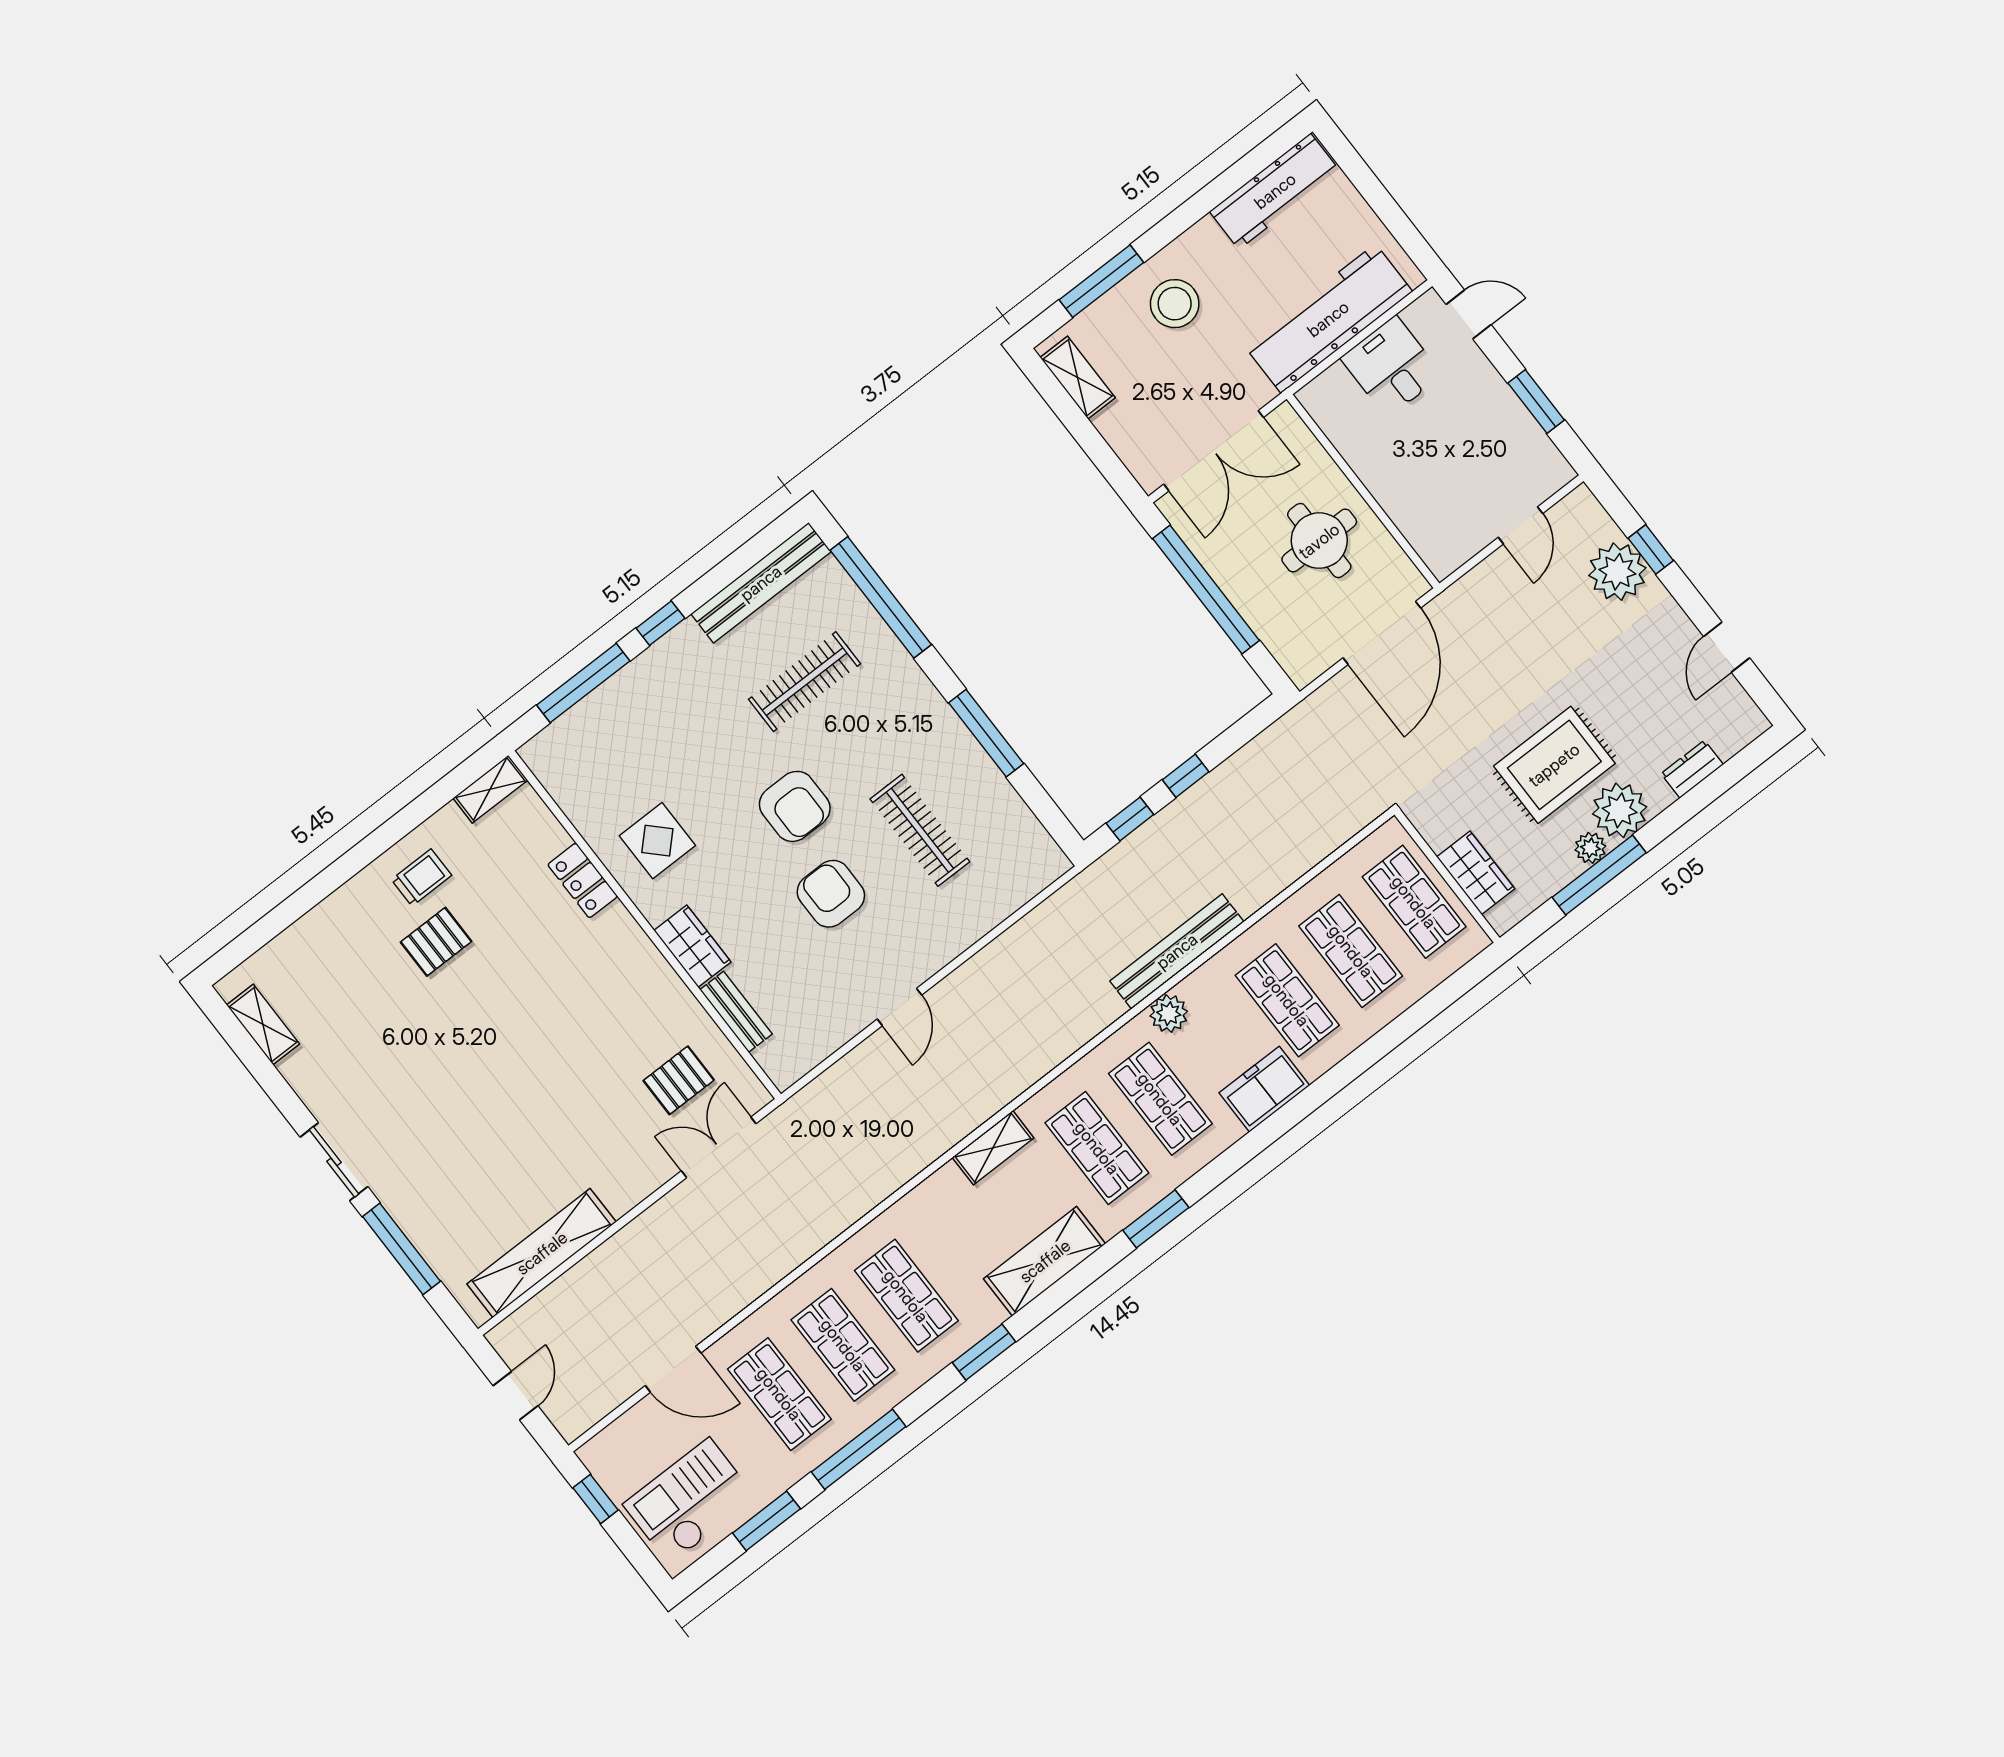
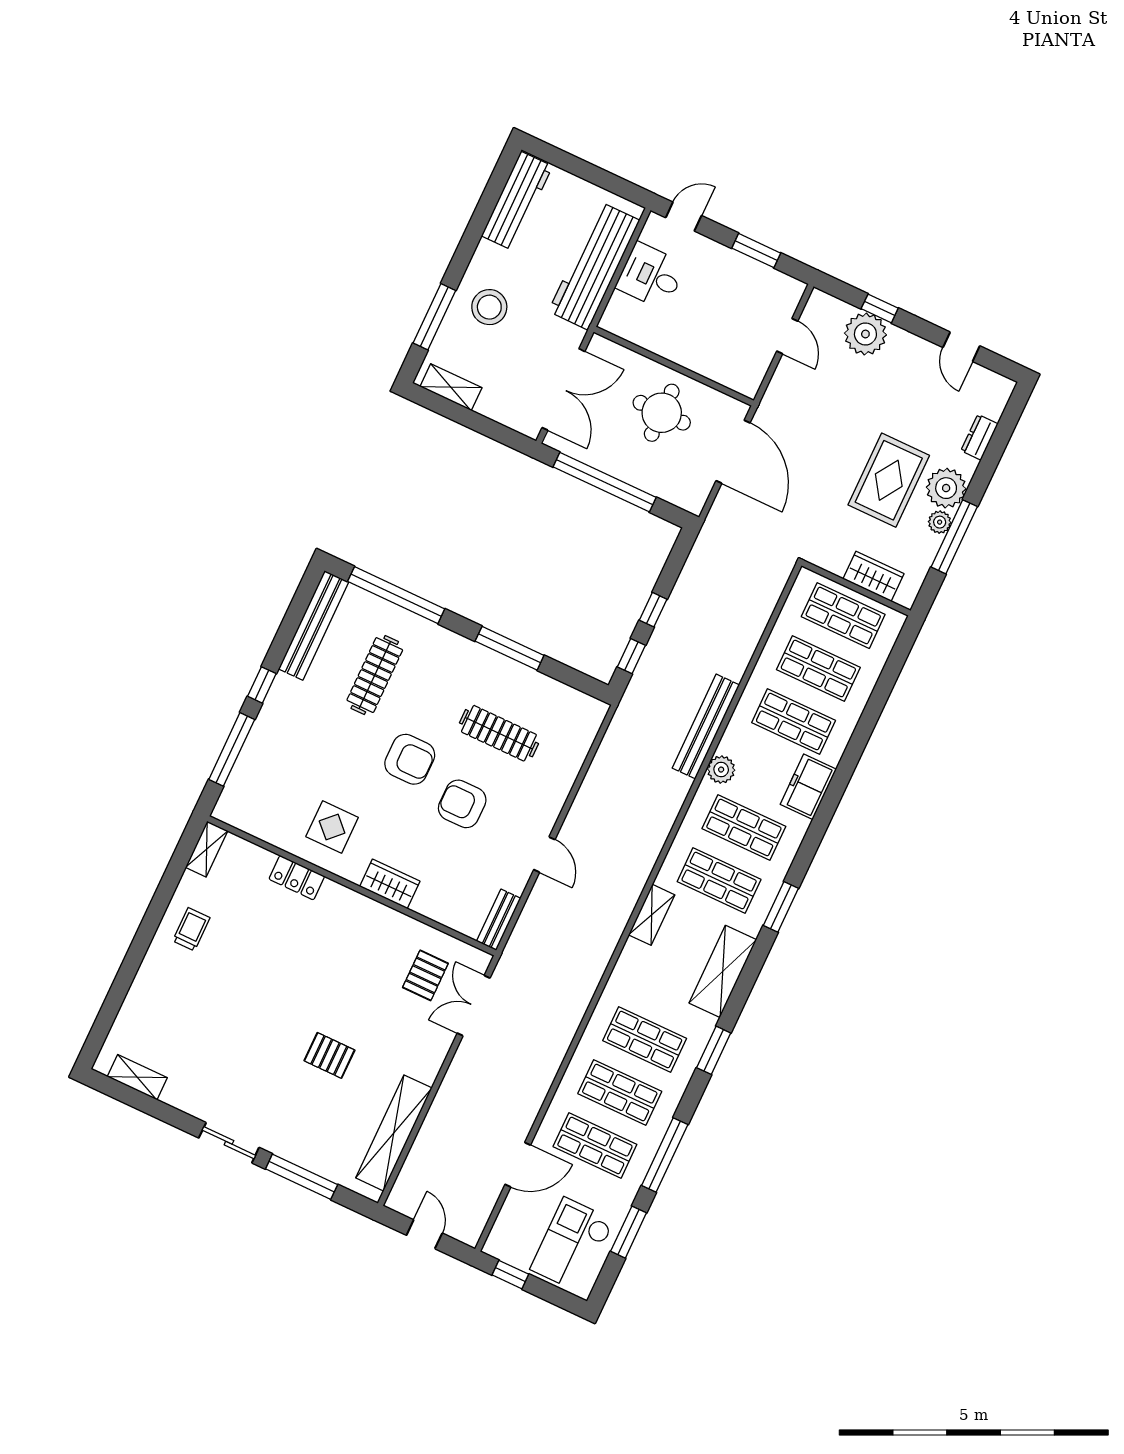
pallet: (436, 942) -> (329, 1055), moved, turned 90
bench: (736, 1012) -> (499, 920), moved, turned 90

